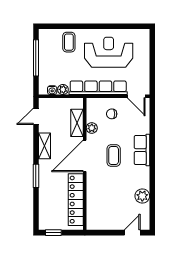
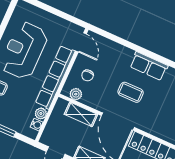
door: (136, 96) -> (81, 42), hinge flipped
plant: (92, 128) -> (76, 94), moved
row of seats: (142, 150) -> (149, 66), moved

